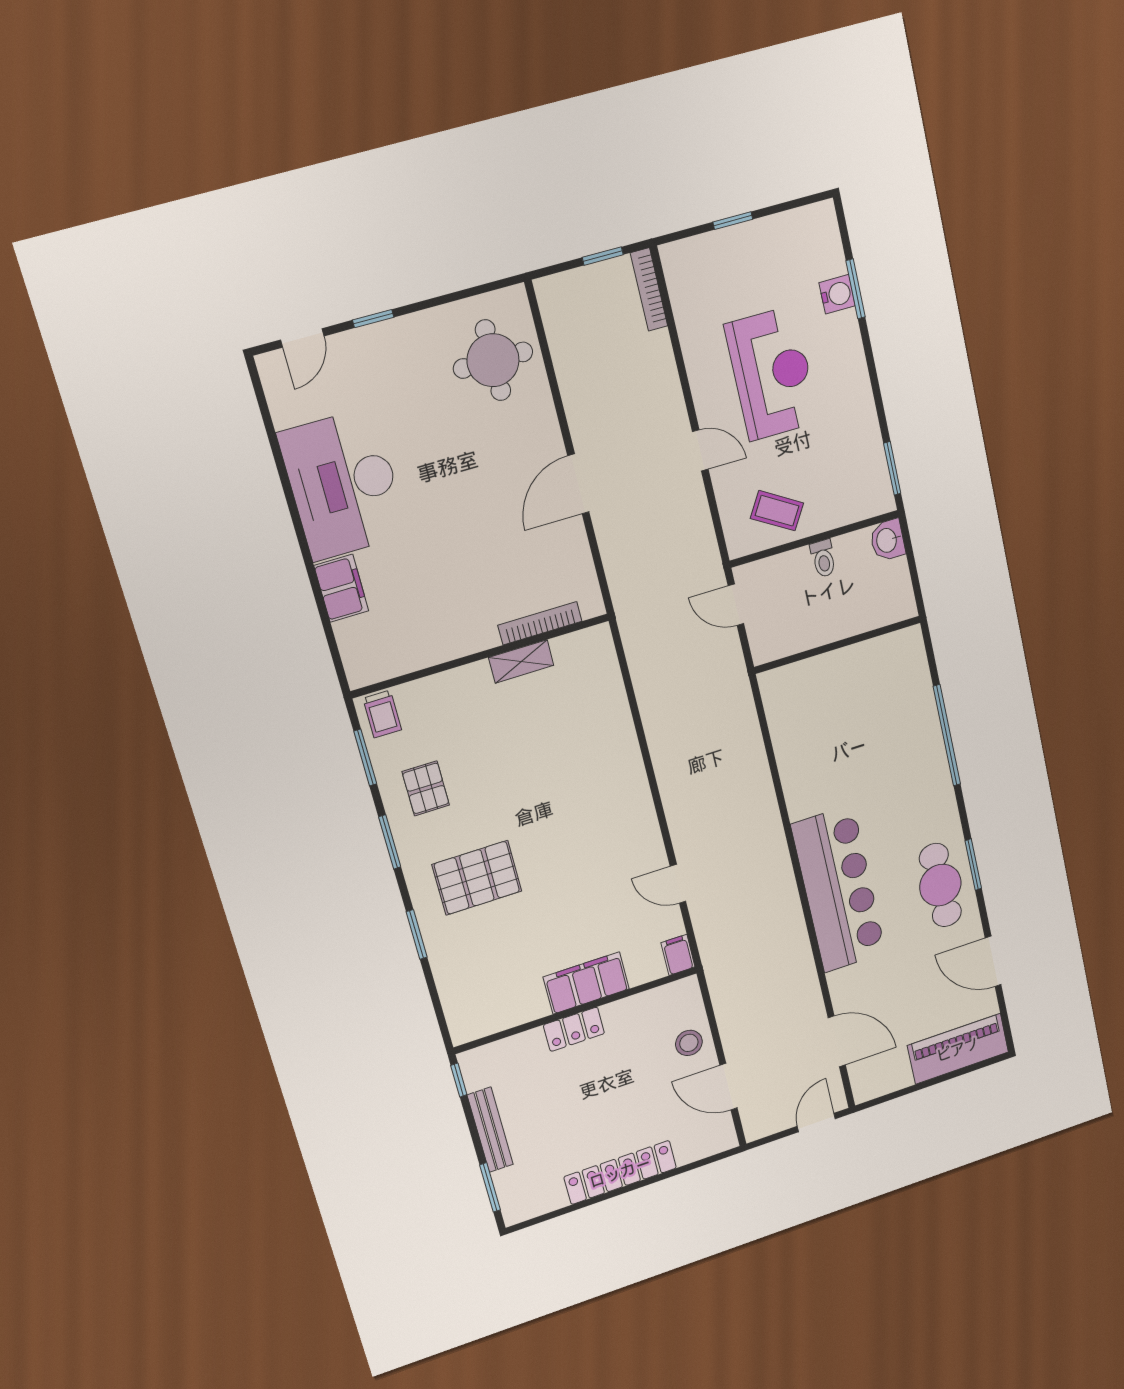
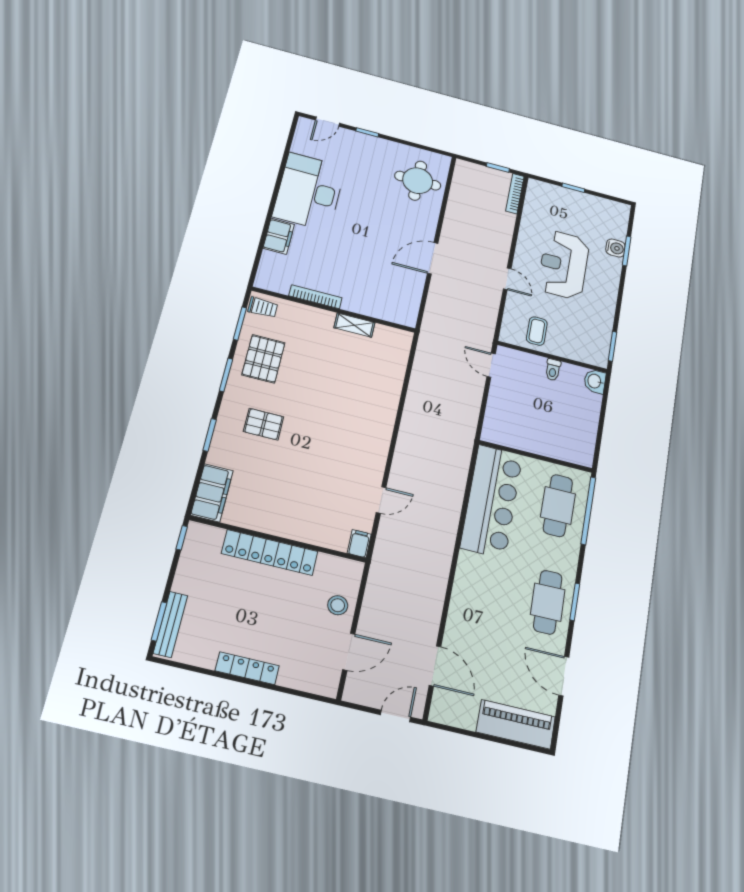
reception desk: (772, 374) -> (564, 265), turned 180
coffee table: (777, 511) -> (537, 331), turned 59
bookcase: (540, 623) -> (315, 297), moved
wall: (838, 645) -> (536, 456), moved
trolley: (382, 714) -> (263, 307), turned -90
cafe table: (905, 753) -> (558, 506), added
pallet: (426, 788) -> (263, 359), width x1.50, depth x1.42
pallet: (477, 878) -> (264, 424), width x0.67, depth x0.71
door: (678, 884) -> (381, 500), swing flipped
bar counter: (839, 889) -> (492, 501), moved
filing cabinet: (586, 983) -> (212, 493), moved, turned 90
locker: (574, 1029) -> (270, 552), width x2.16, depth x1.21
door: (728, 1087) -> (349, 652), swing flipped
bench: (490, 1130) -> (170, 624), moved
locker: (620, 1172) -> (247, 668), width x0.71, depth x0.83

